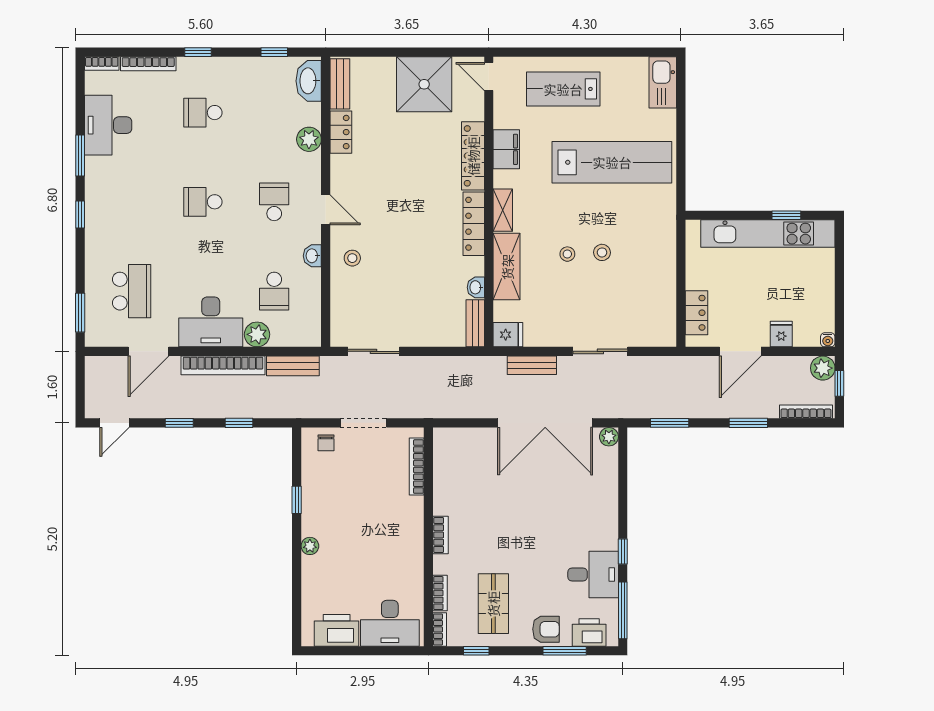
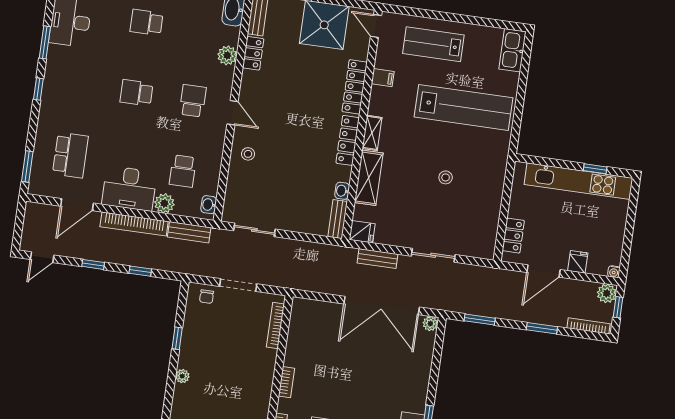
filing cabinet: (506, 149) -> (383, 78), width x0.50
stool: (567, 254) -> (418, 175), removed
washbasin: (312, 256) -> (209, 205), moved

